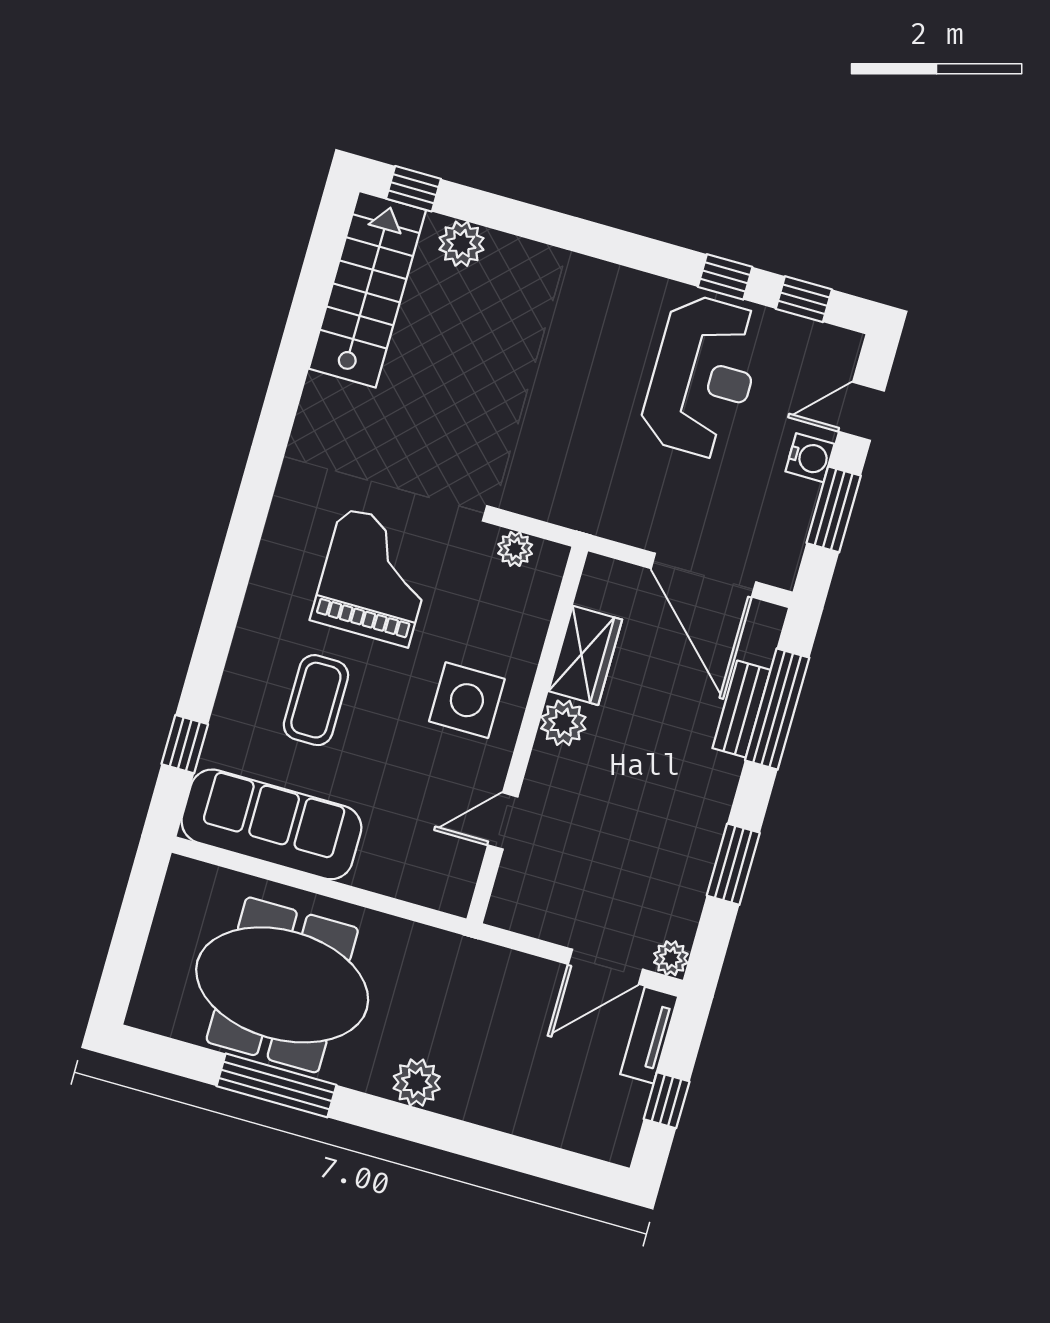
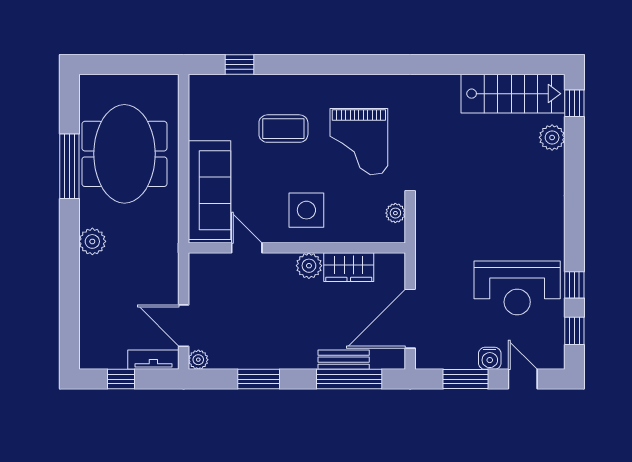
grand piano: (375, 577) -> (359, 142), turned 90
sofa: (271, 824) -> (210, 190), moved

